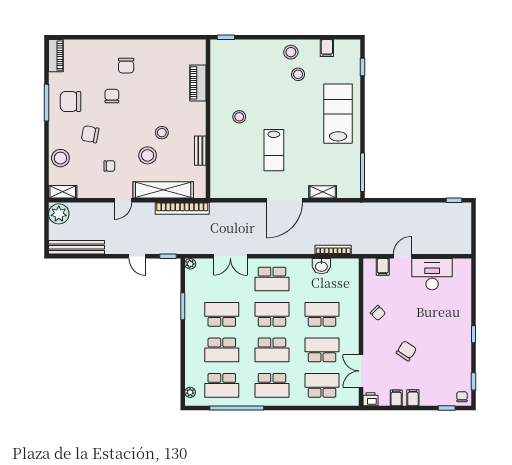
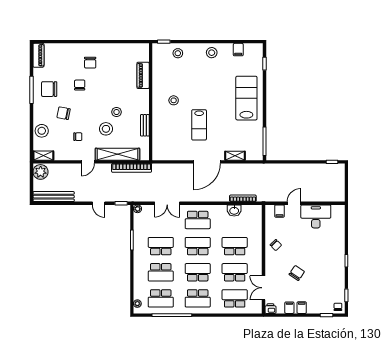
stool: (298, 74) -> (178, 53), moved
school desk: (272, 350) -> (198, 272), turned 180

